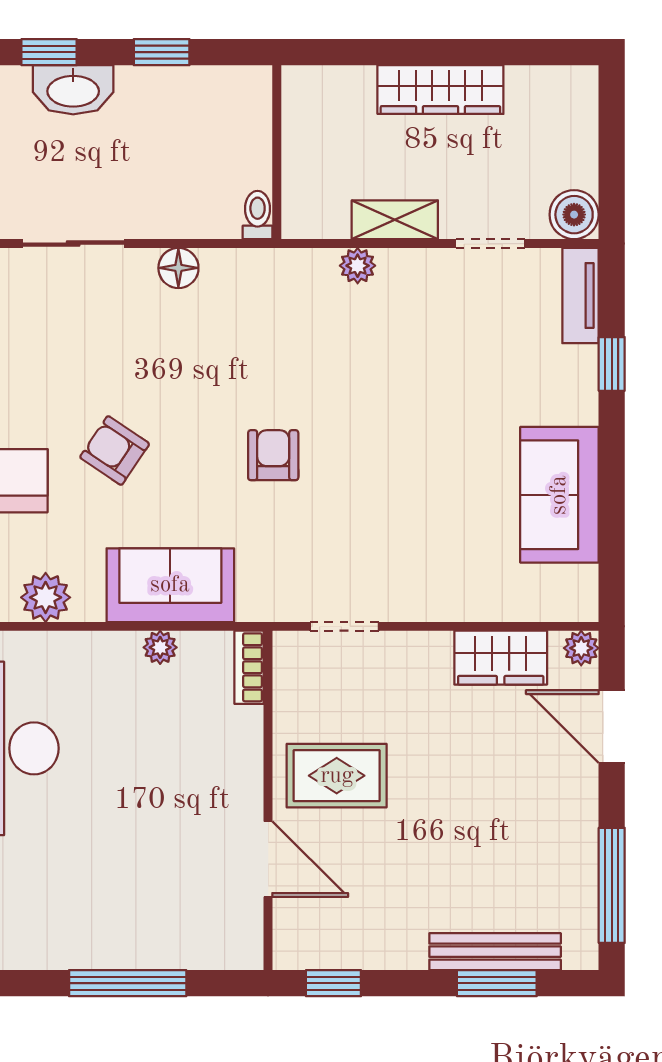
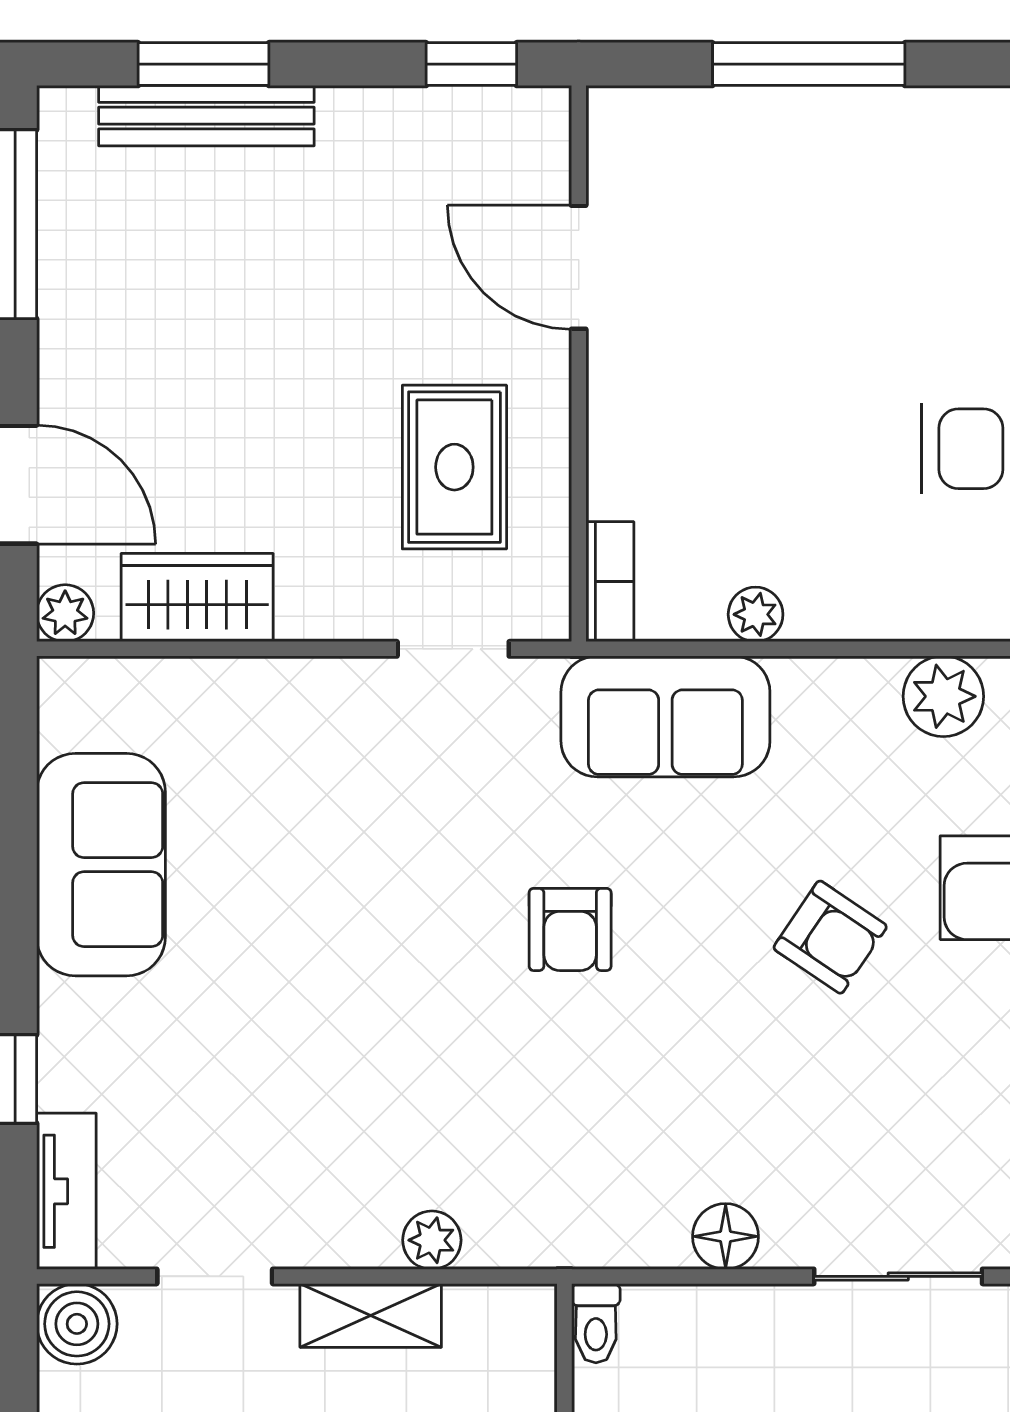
sofa: (170, 585) -> (665, 716), moved
rug: (337, 776) -> (454, 467), moved, turned 90

